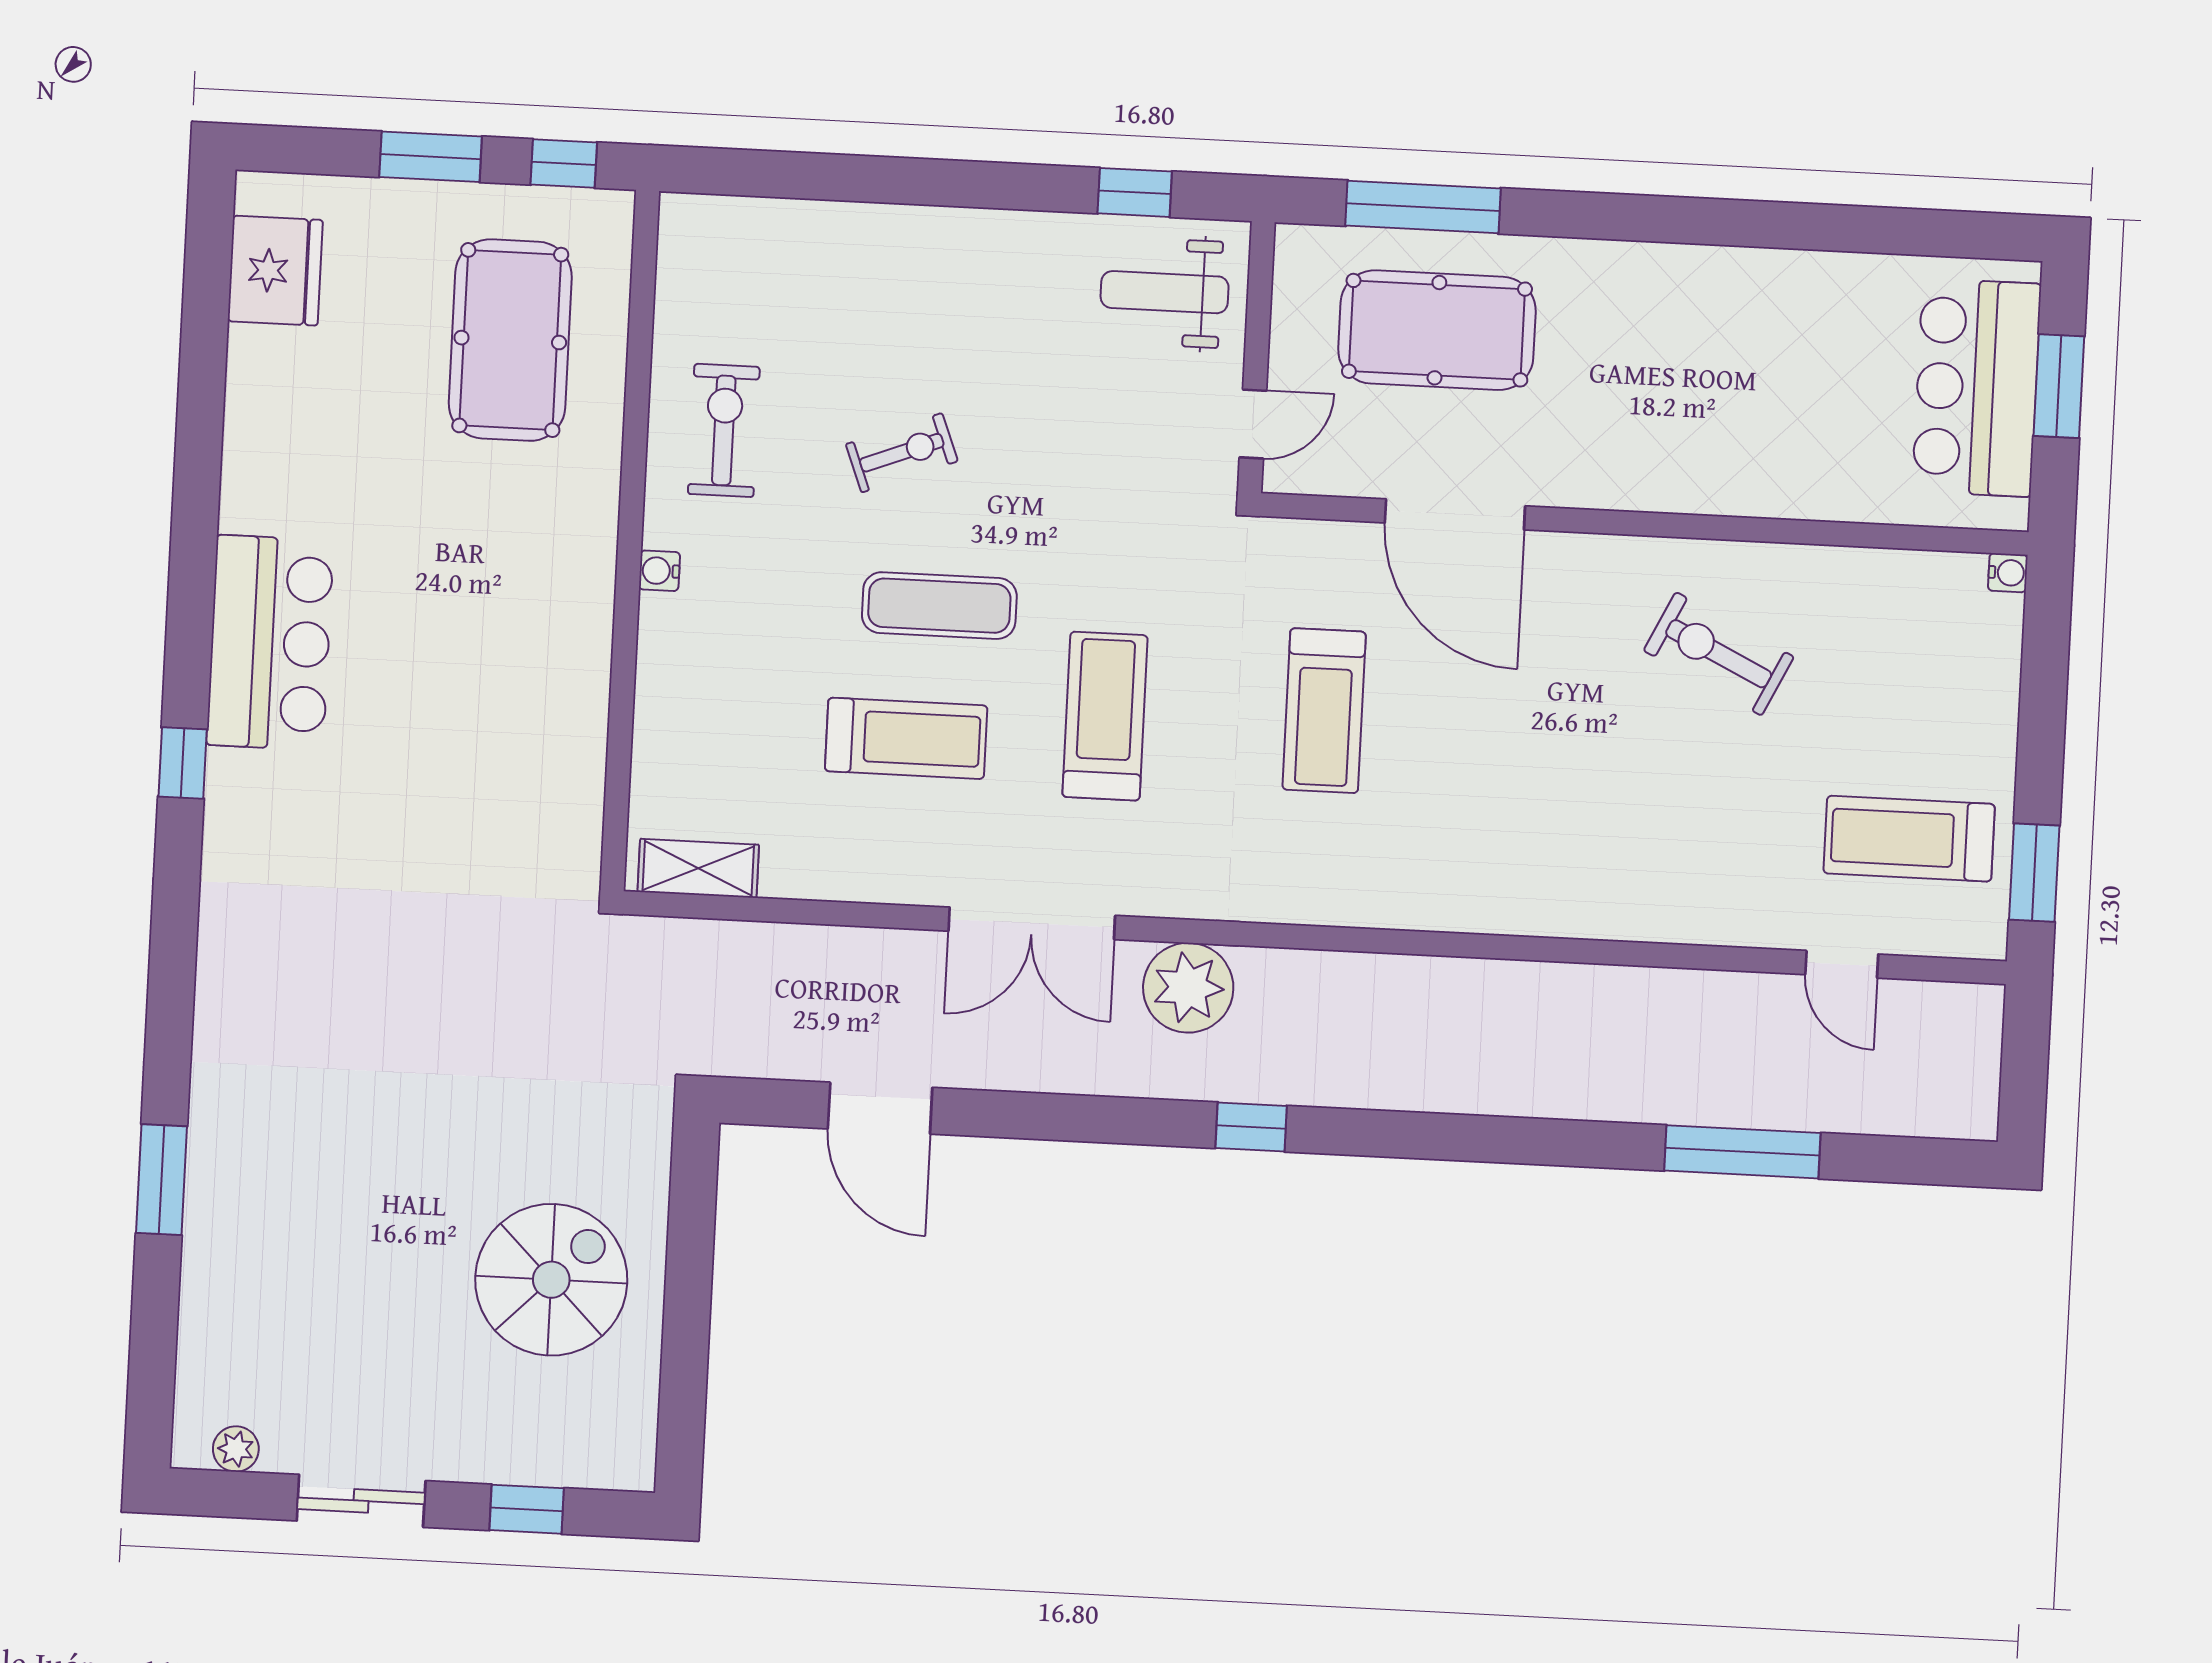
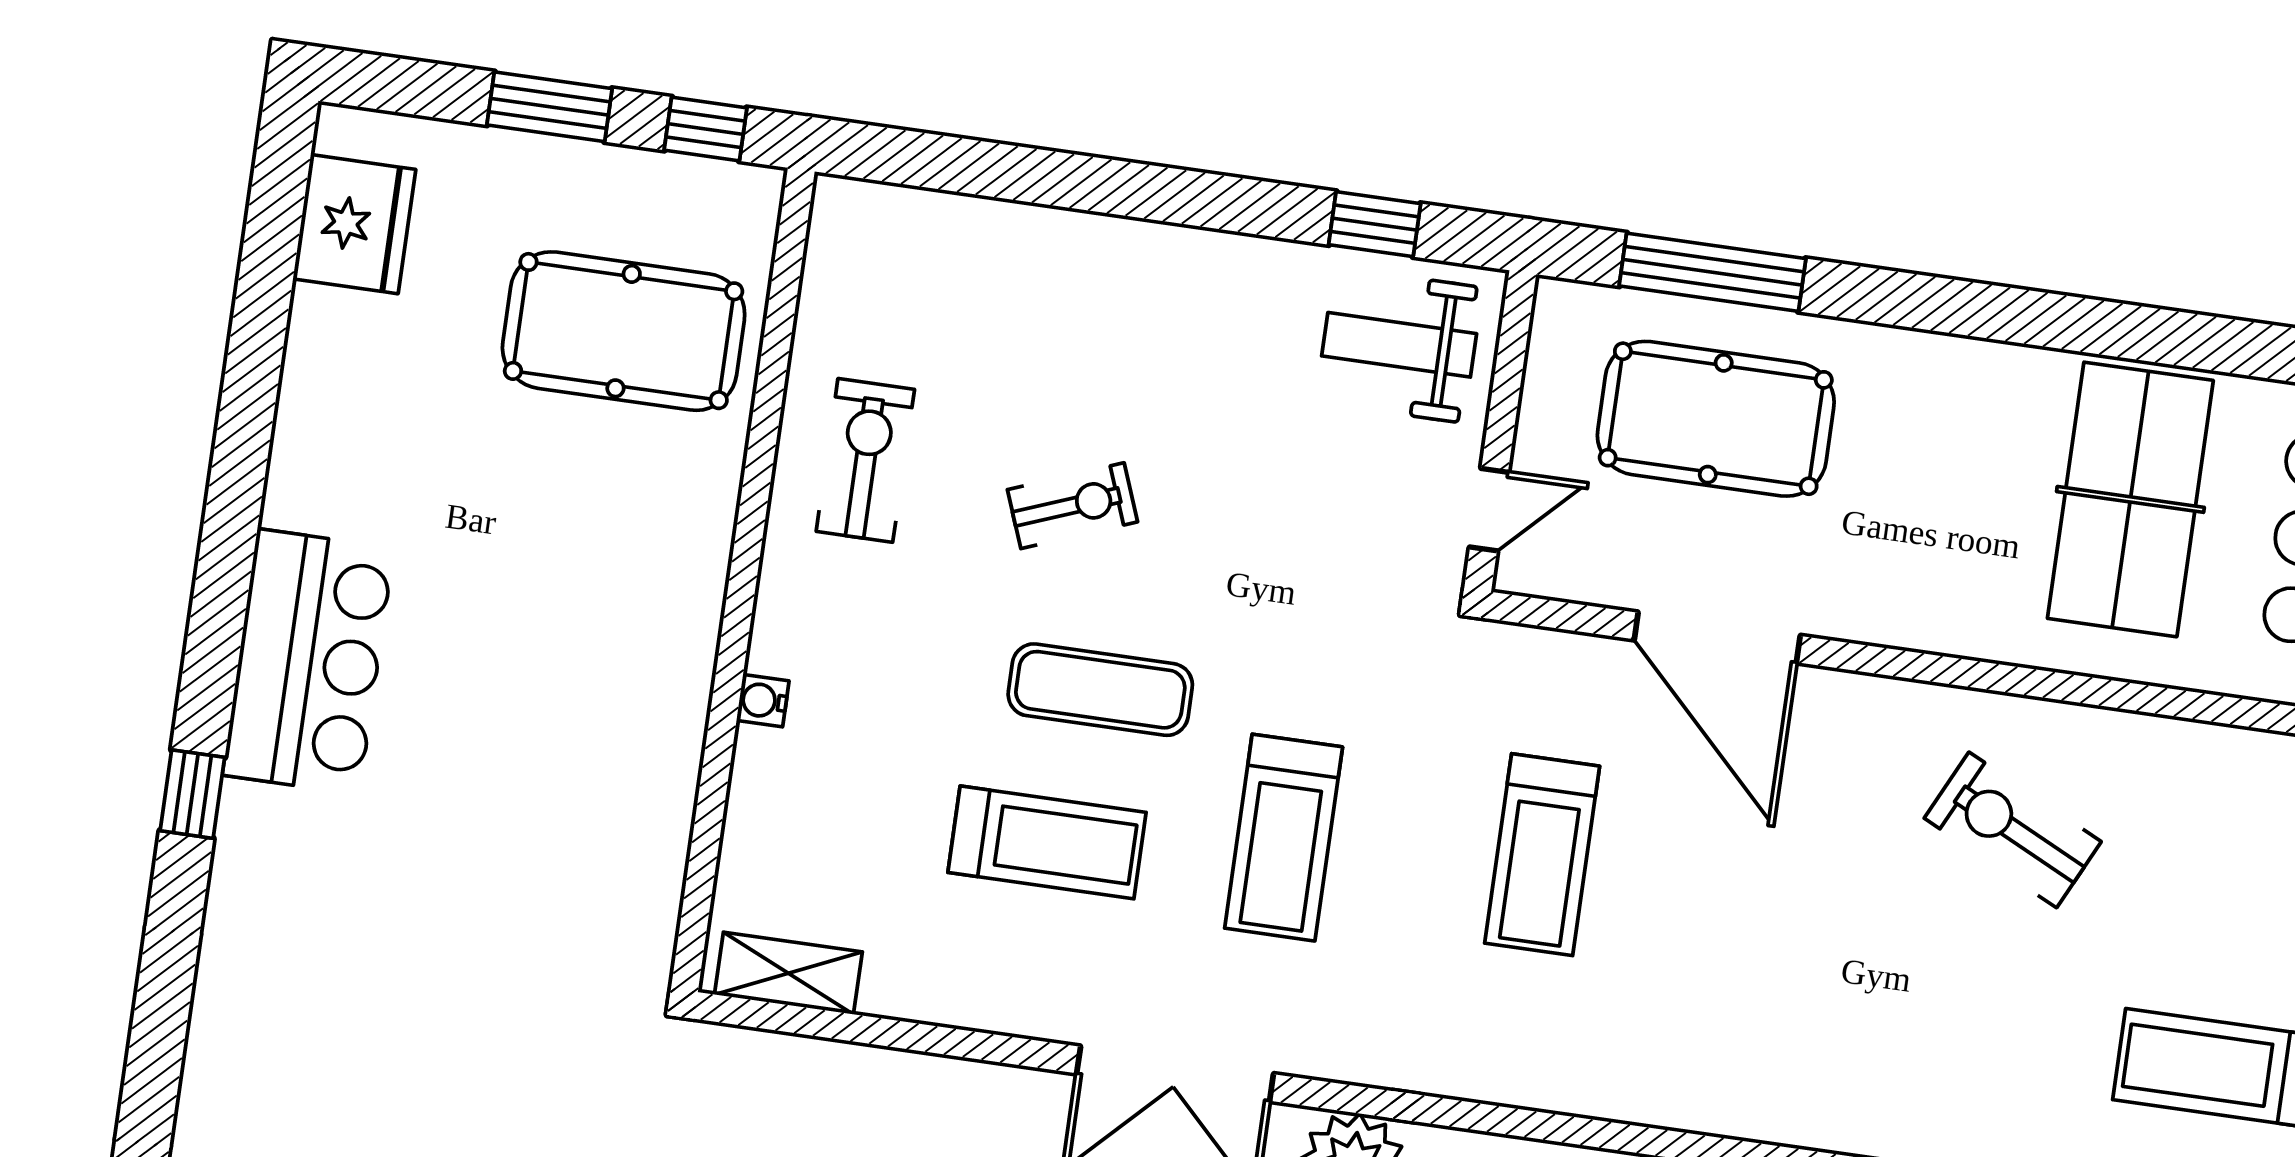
pool table: (510, 340) -> (624, 331), turned 90
table tennis table: (1792, 366) -> (2130, 499), added
water cooler: (659, 571) -> (763, 701), moved
treadmill: (1105, 716) -> (1284, 838), turned 180

